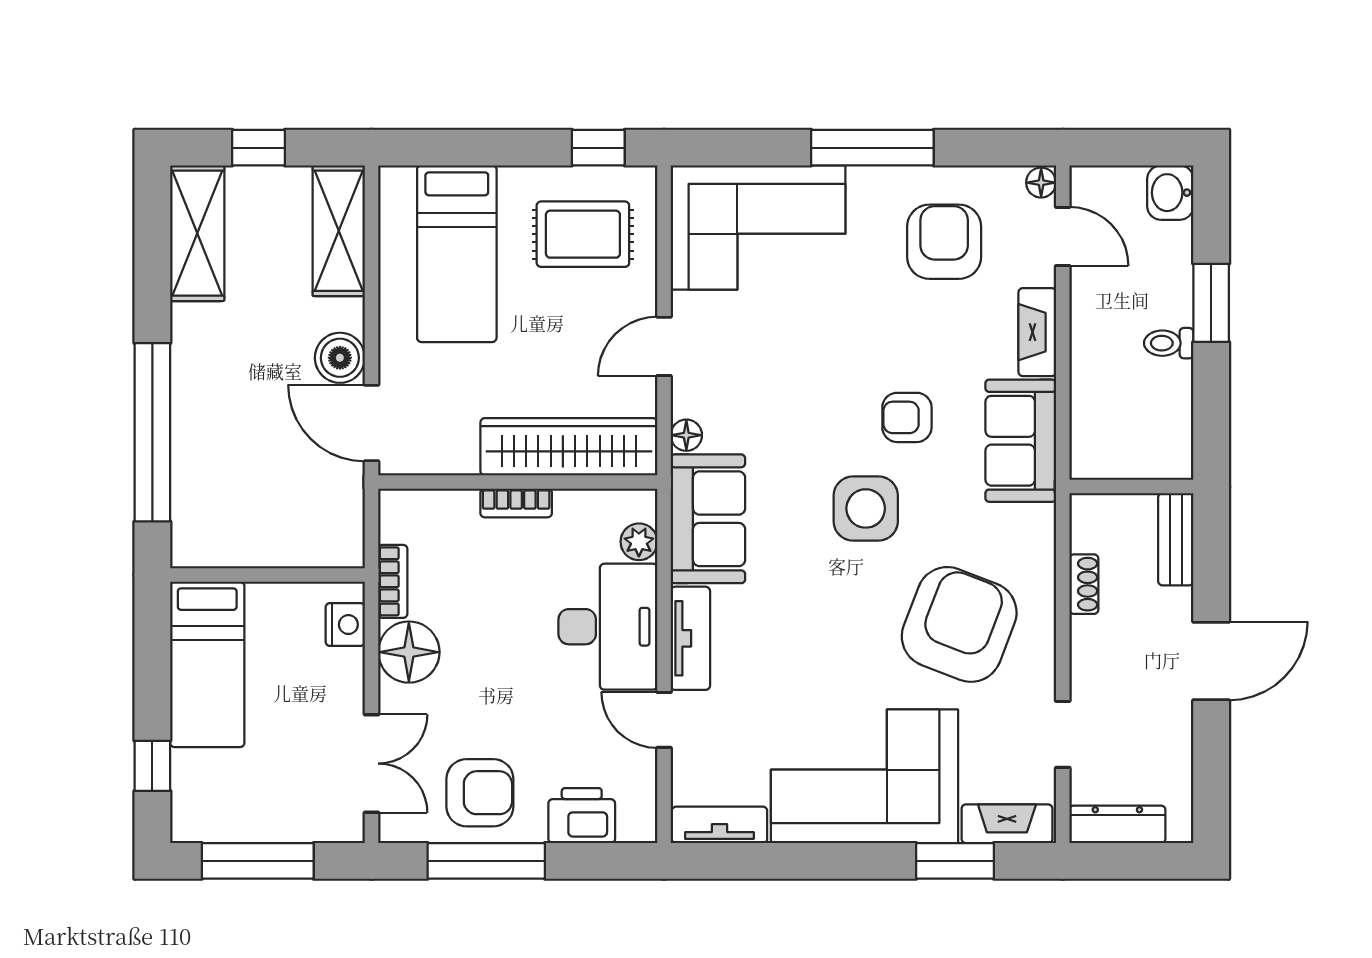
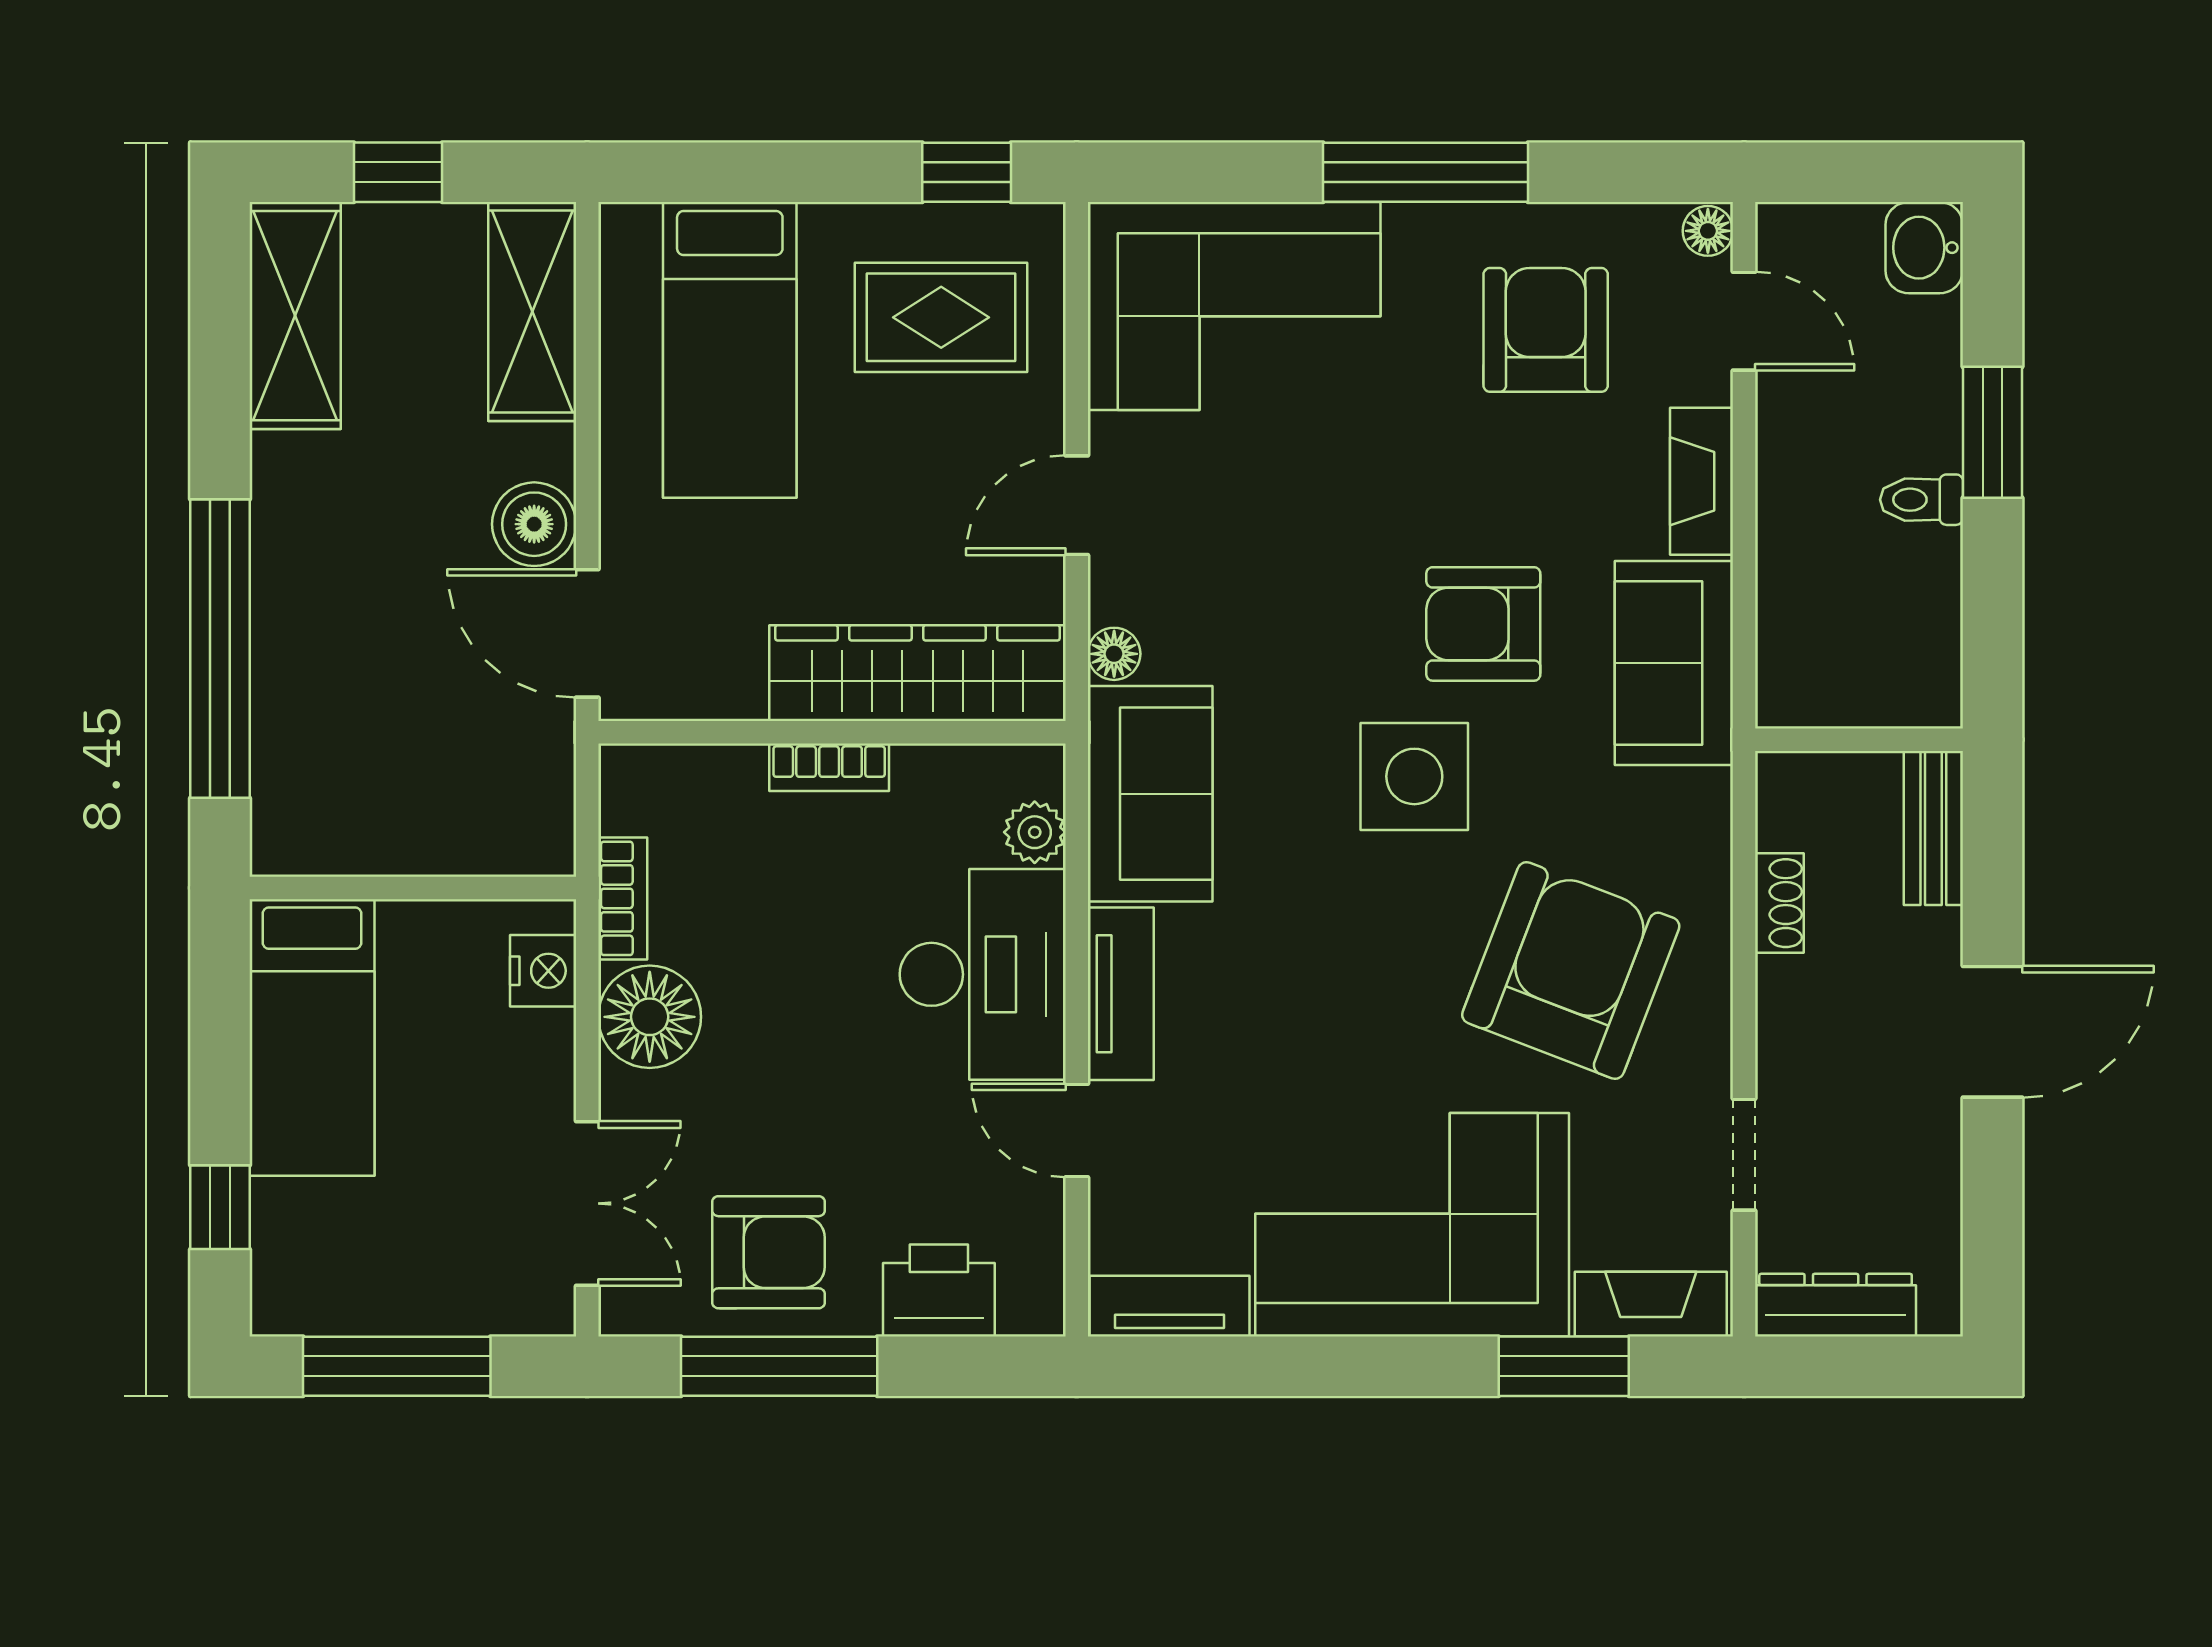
armchair: (907, 417) -> (1483, 624), width x1.38, depth x1.38

